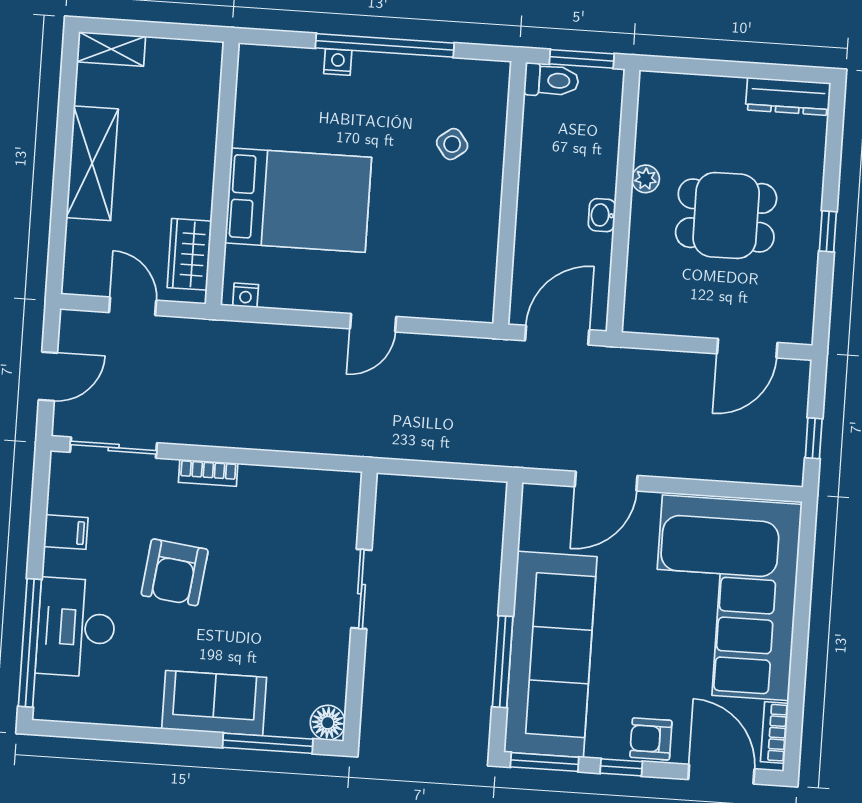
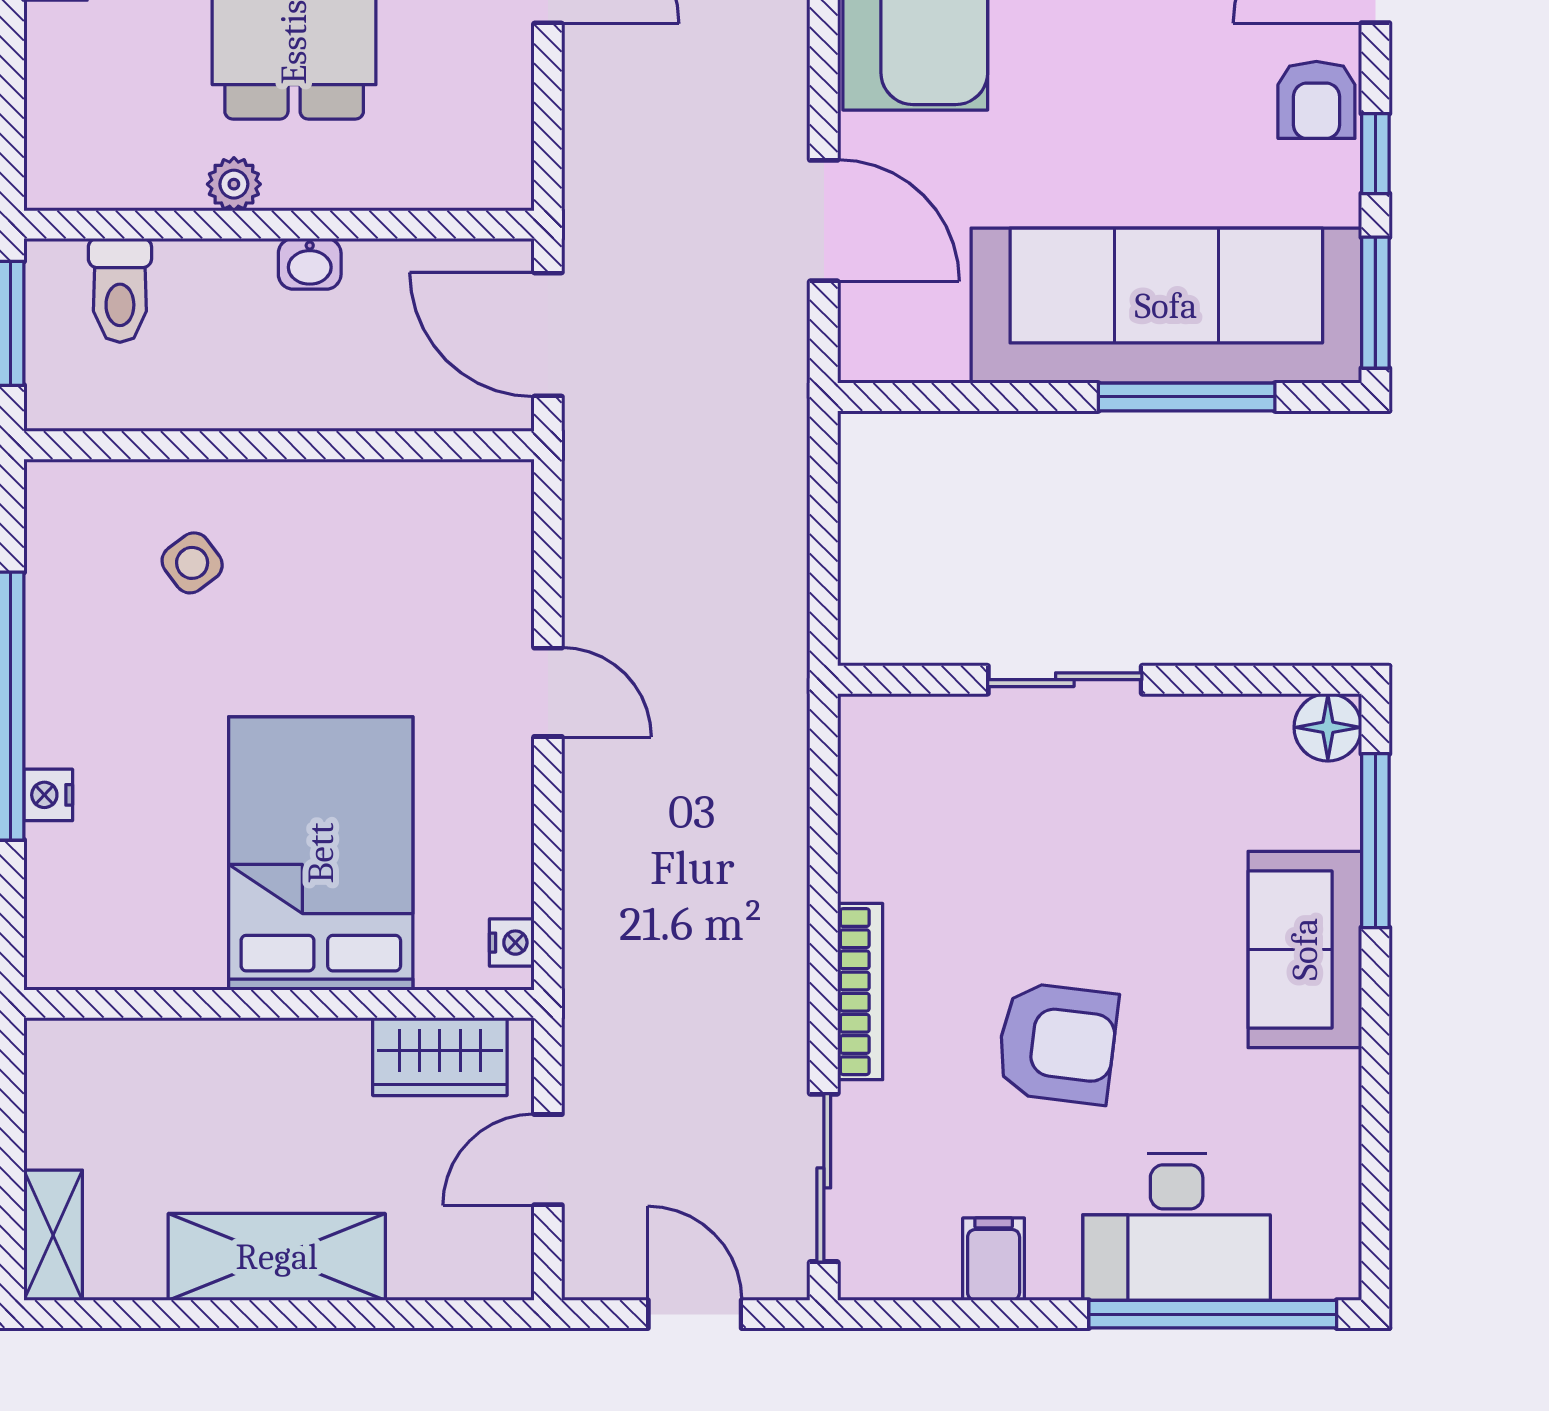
toilet: (551, 80) -> (120, 290), moved, turned 180
bookcase: (208, 473) -> (860, 992), width x1.56

